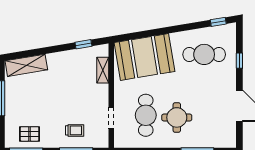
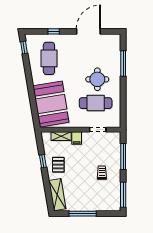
window: (83, 44) -> (43, 161), moved
filing cabinet: (100, 91) -> (77, 138), added
trolley: (75, 130) -> (102, 173), moved
pallet: (30, 134) -> (58, 165), moved

